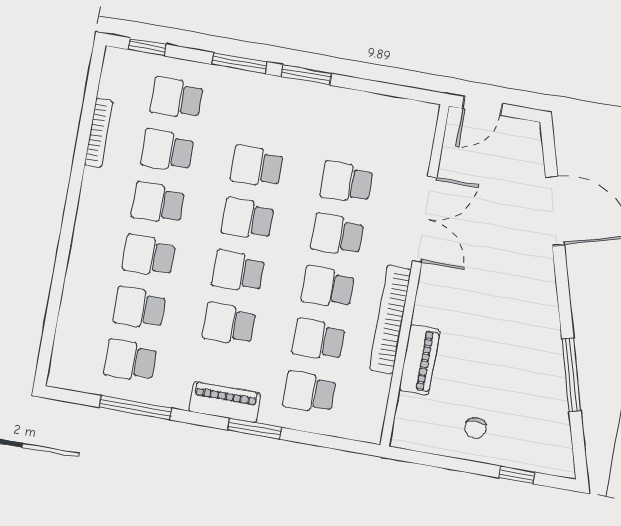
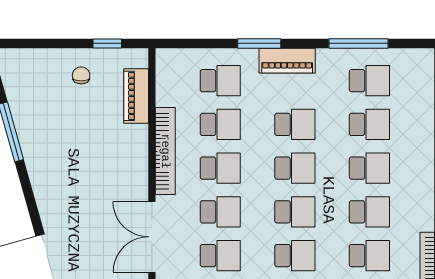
piano: (419, 360) -> (136, 96), moved
window: (517, 475) -> (107, 43), moved

